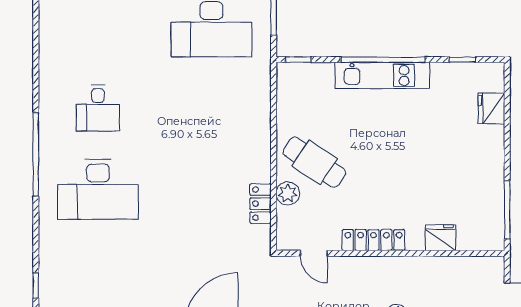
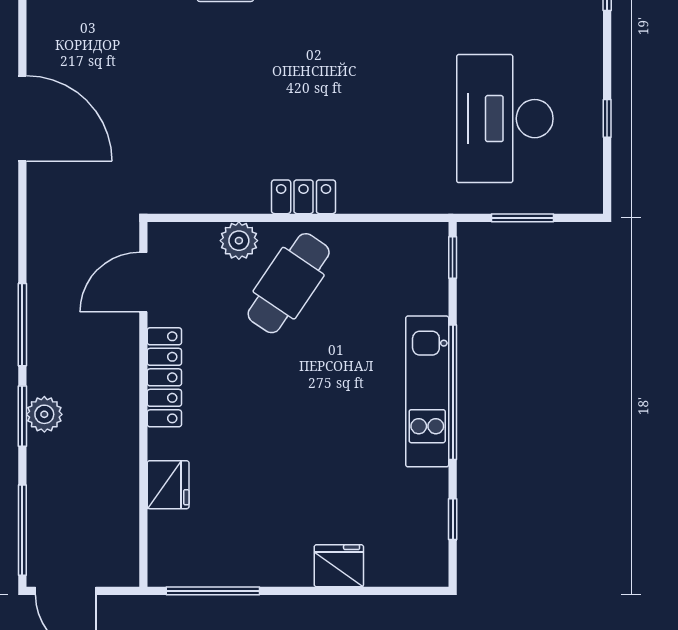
fridge: (491, 108) -> (339, 566), moved
locker: (260, 204) -> (304, 197), moved
door: (314, 253) -> (143, 282), width x1.38

